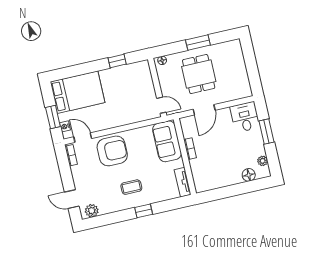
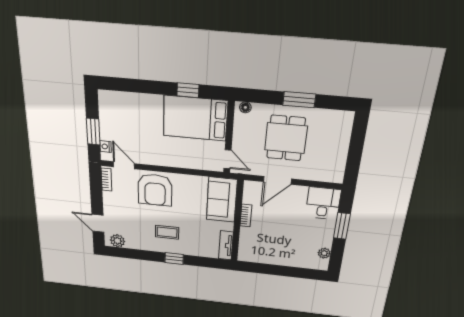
bed: (77, 92) -> (195, 118), moved, turned 180
armchair: (112, 151) -> (155, 190), turned 90
floor lamp: (249, 175) -> (303, 262), removed

